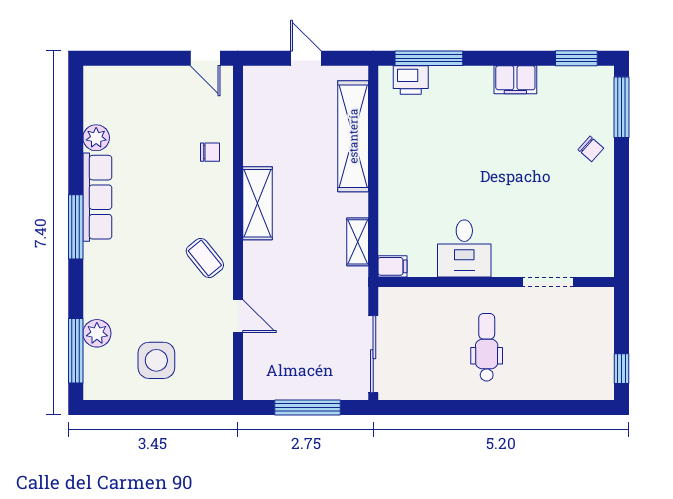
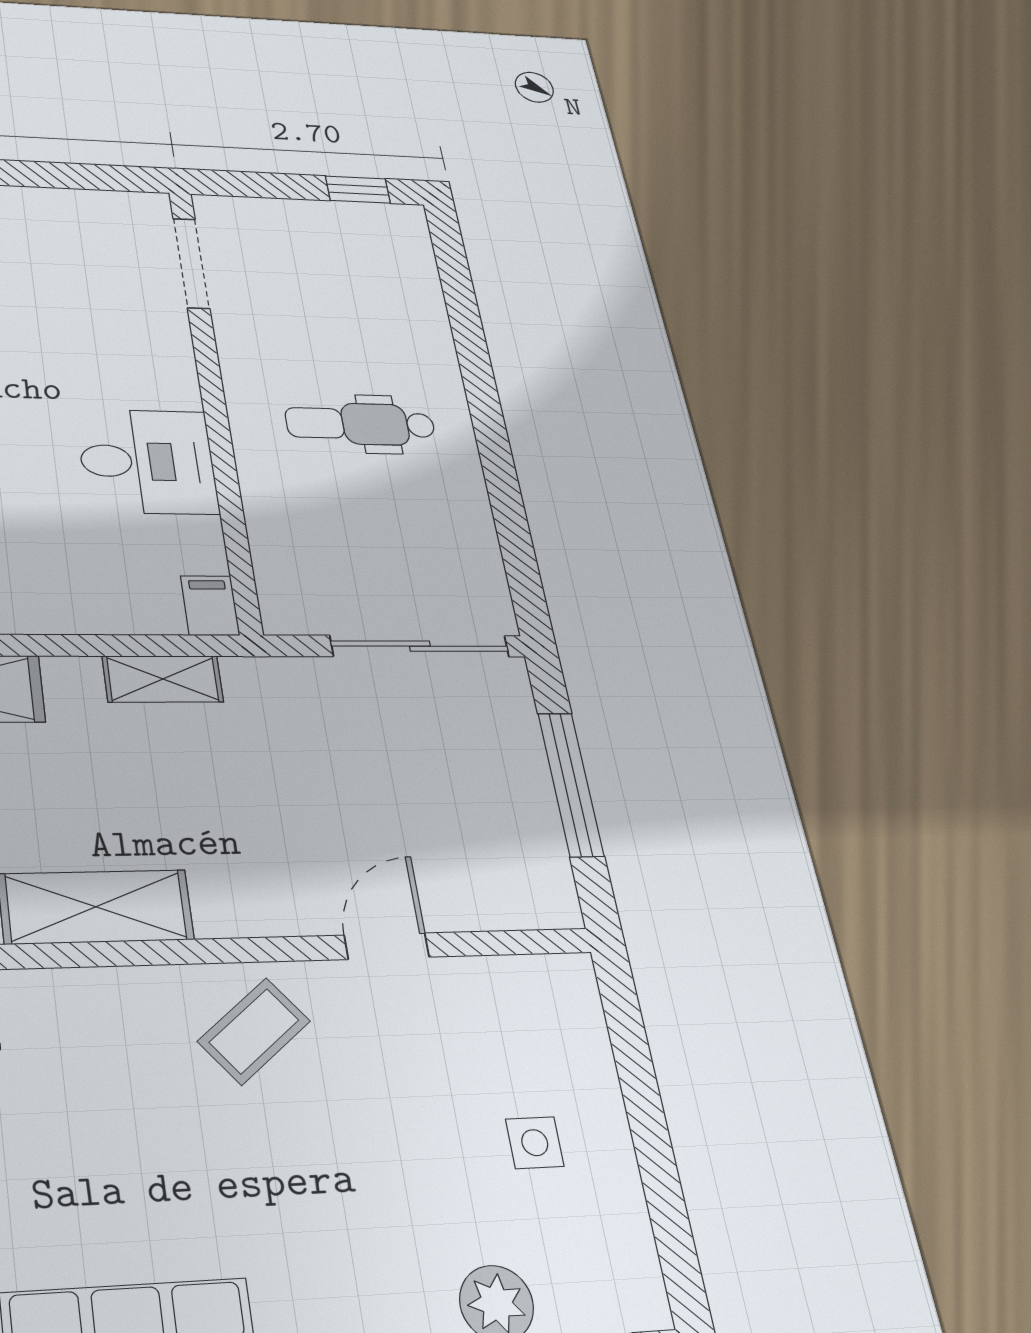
doorway: (548, 282) -> (191, 263), moved
side table: (156, 360) -> (535, 1143), width x0.54, depth x0.54

